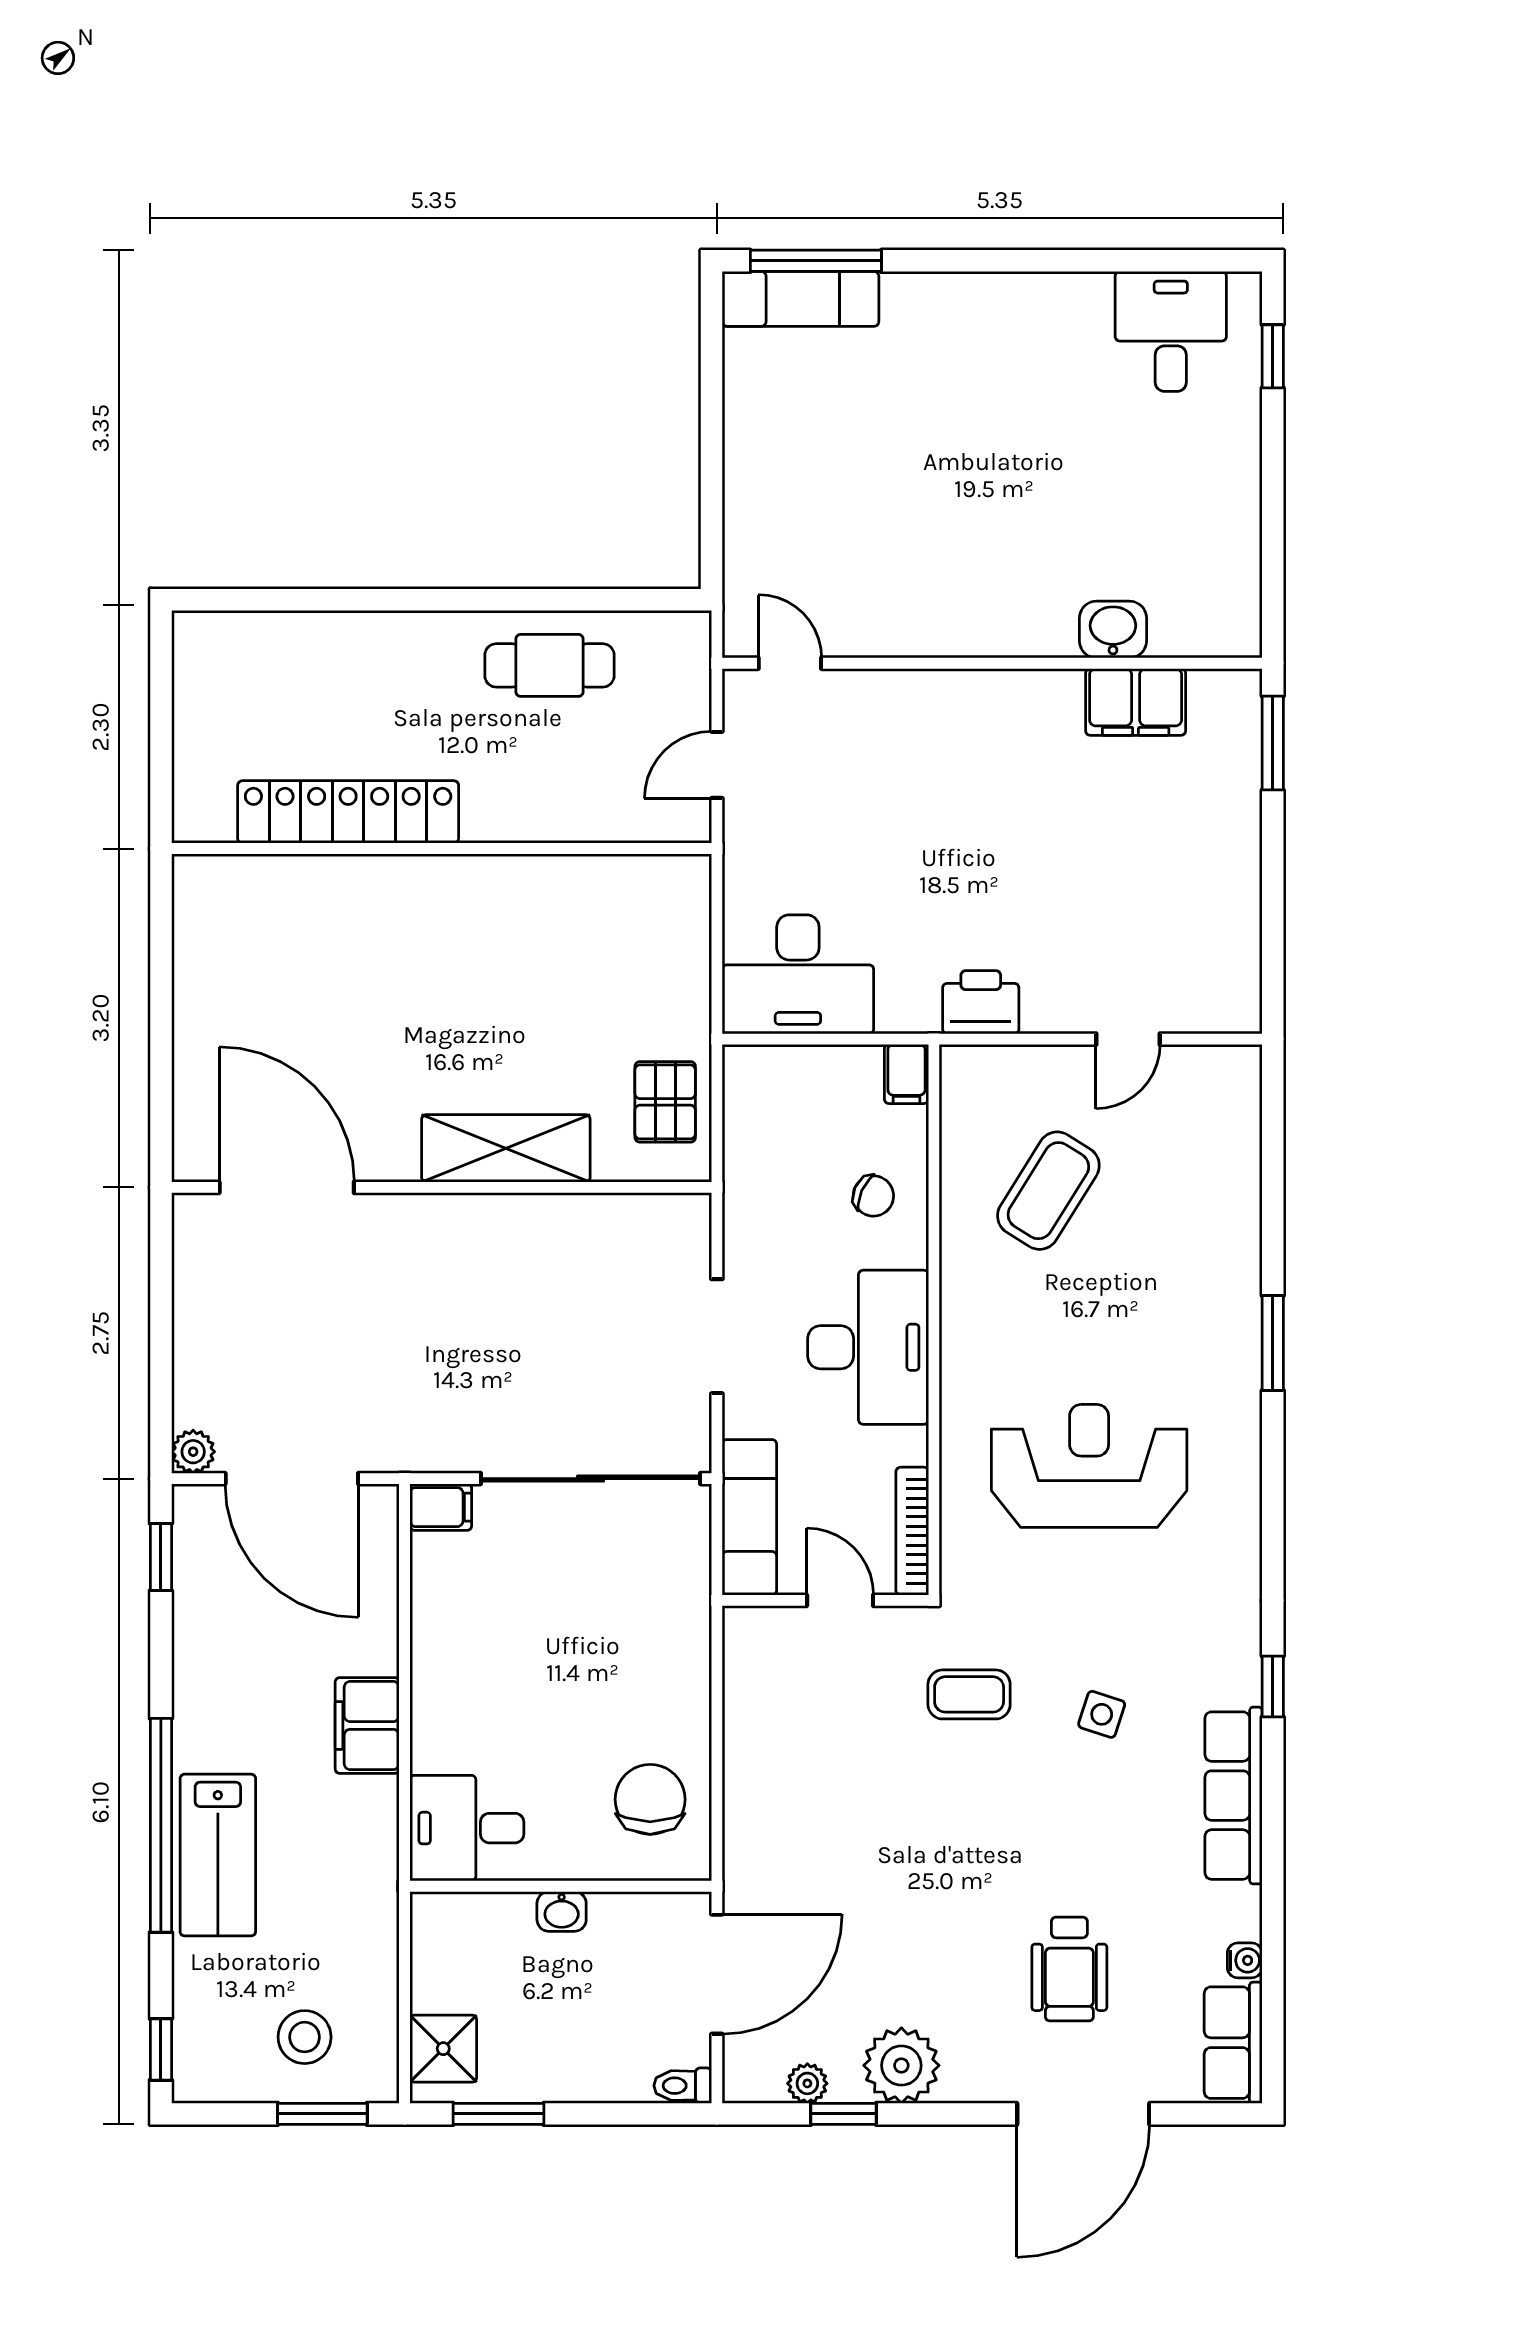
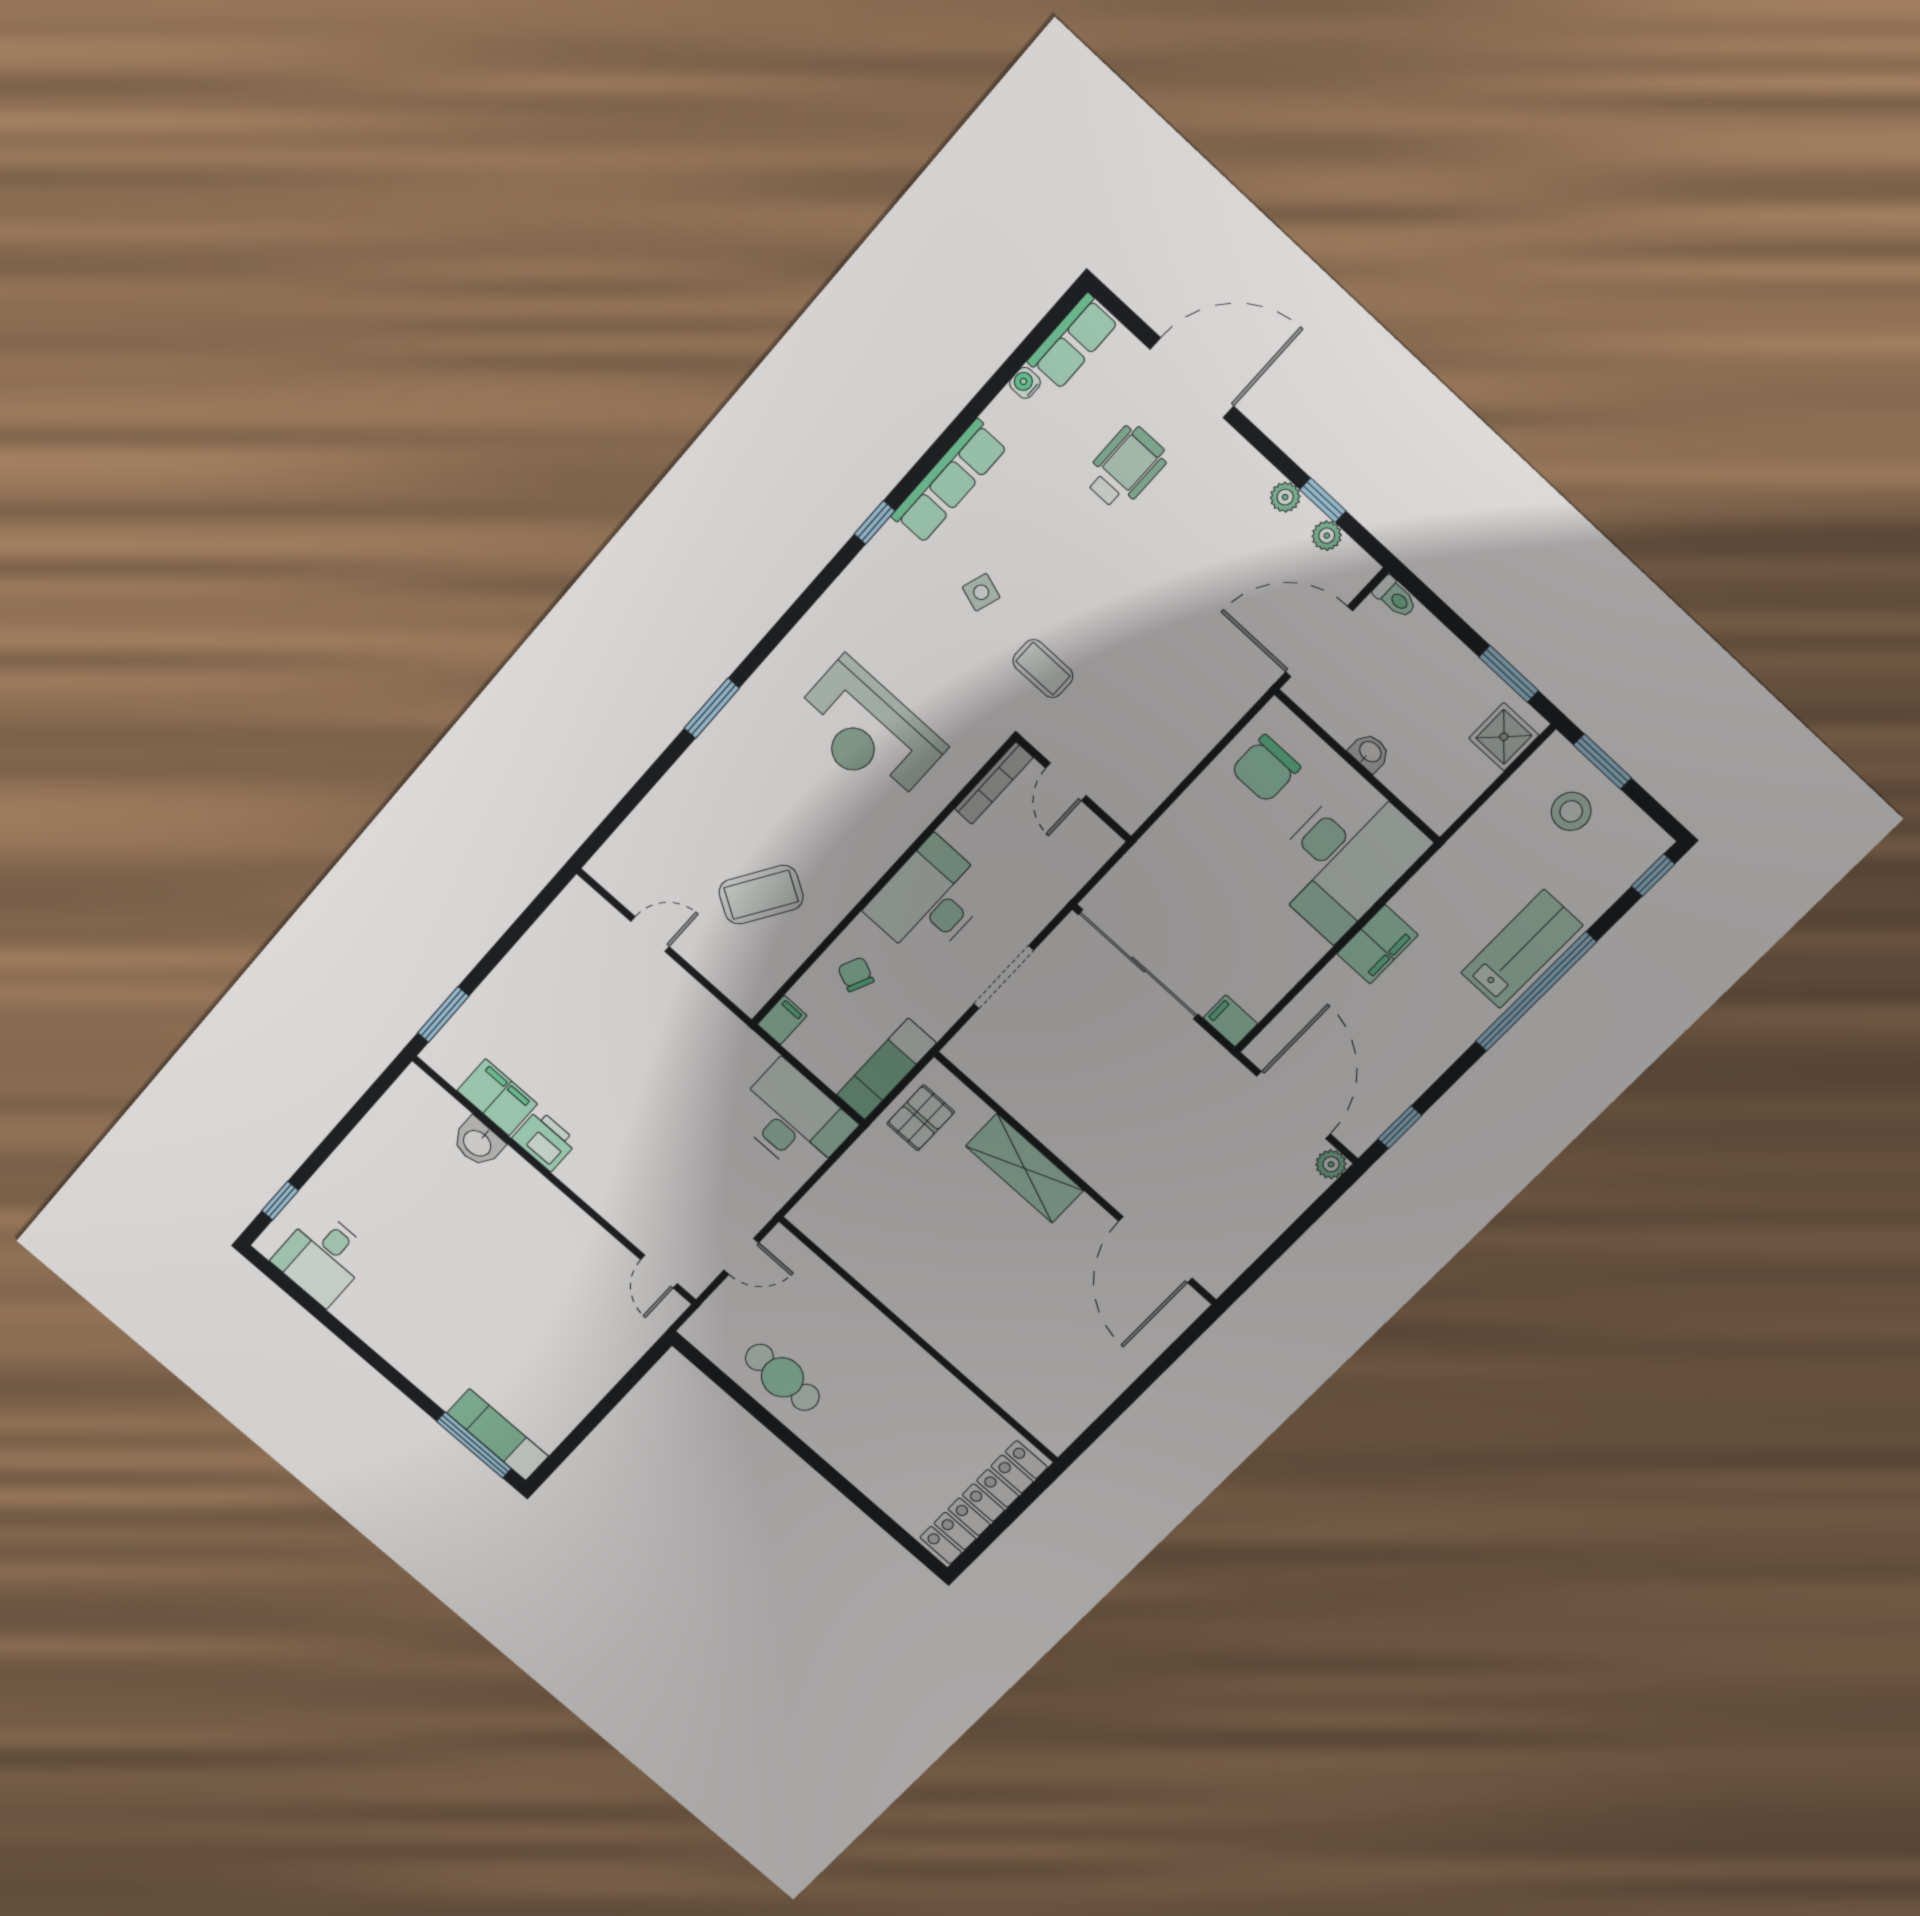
locker: (348, 812) -> (983, 1503), moved, turned 90
printer: (981, 1002) -> (545, 1140), moved, turned 180
exam couch: (749, 1517) -> (886, 1069), moved
desk: (467, 1828) -> (1345, 859), width x1.87, depth x1.30
plant: (901, 2065) -> (1285, 497), width x0.53, depth x0.53

